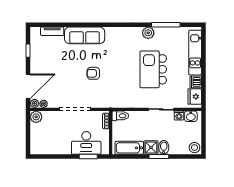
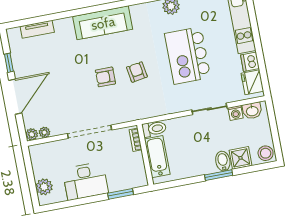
sofa: (85, 35) -> (103, 23), moved
armchair: (116, 74) -> (137, 72), added
door: (28, 86) -> (15, 97), moved
plant: (36, 117) -> (44, 187), moved
desk: (86, 143) -> (85, 181), moved
bathtub: (129, 148) -> (157, 157), moved, turned 90
shower: (151, 148) -> (240, 158), moved

